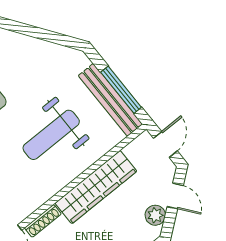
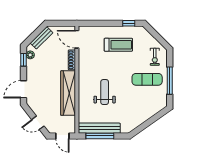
weight bench: (51, 135) -> (105, 92), width x0.73, depth x0.75
plant: (155, 215) -> (37, 108), removed

